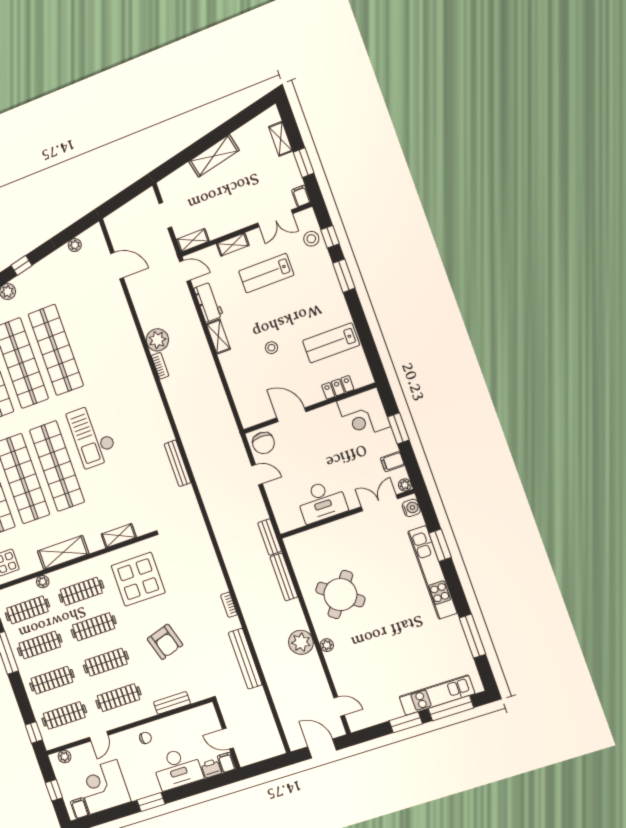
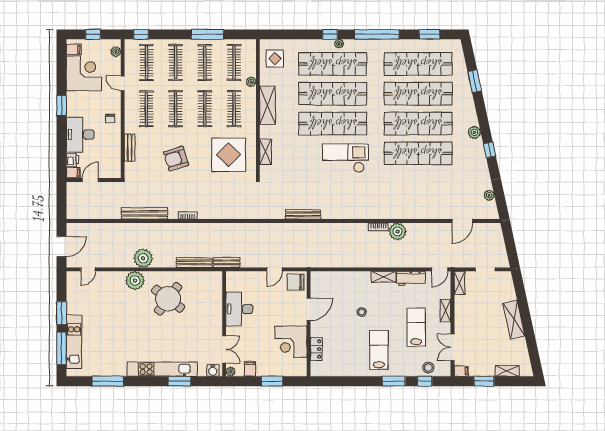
lab bench: (331, 343) -> (379, 350), moved
corner desk: (364, 414) -> (291, 342), moved, turned -90
plant: (327, 645) -> (135, 281), width x1.88, depth x1.88

